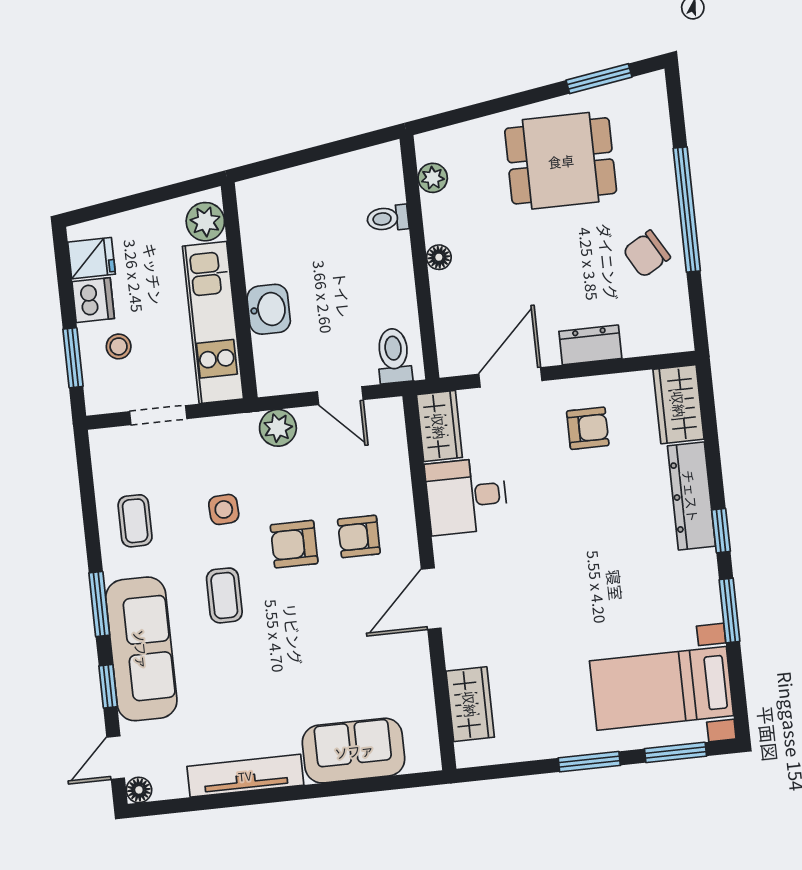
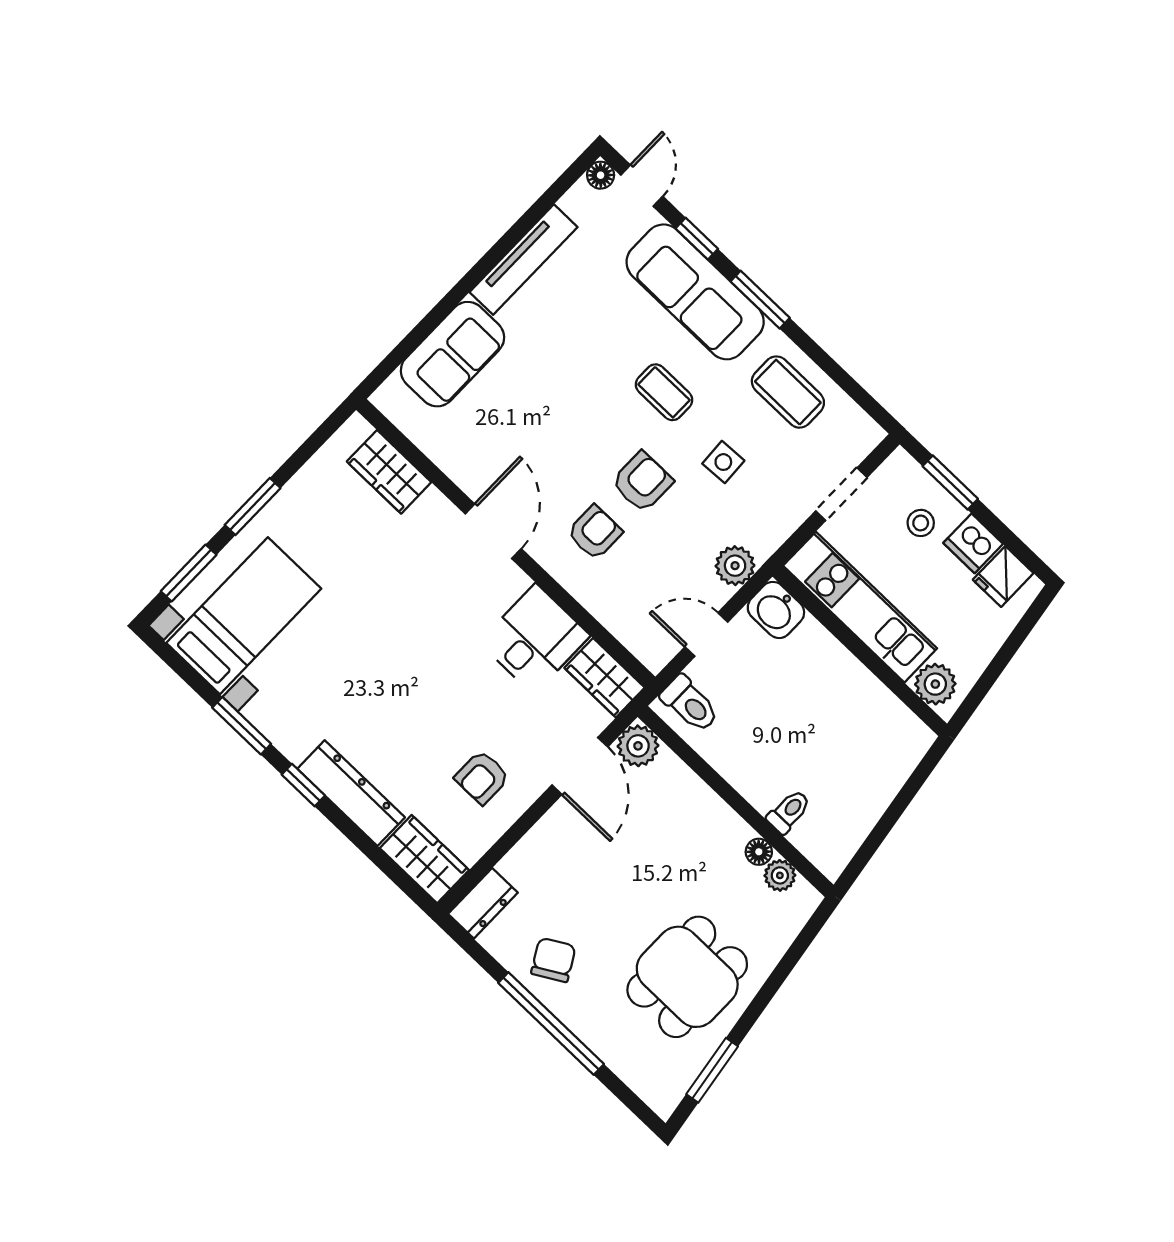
floor lamp: (439, 257) -> (759, 852), moved
washbasin: (269, 309) -> (776, 610), moved
dresser: (590, 345) -> (483, 903), moved
plant: (457, 357) -> (638, 746), added
coffee table: (135, 521) -> (788, 392), width x1.36, depth x1.30

